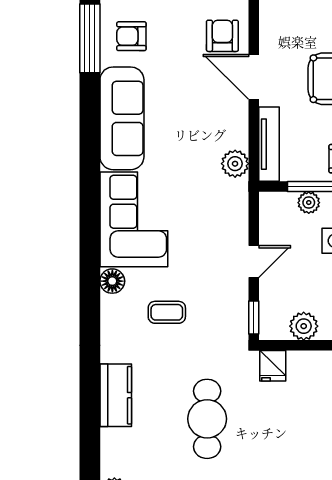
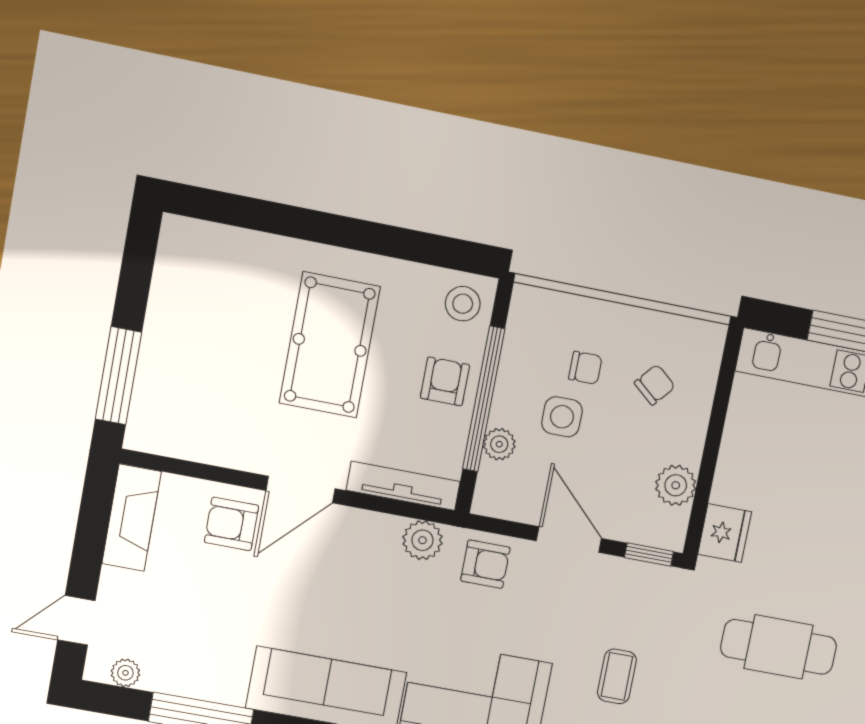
armchair: (131, 36) -> (485, 564), moved, turned -90
door: (254, 262) -> (569, 540), width x1.38
fridge: (273, 366) -> (725, 533), width x1.38

